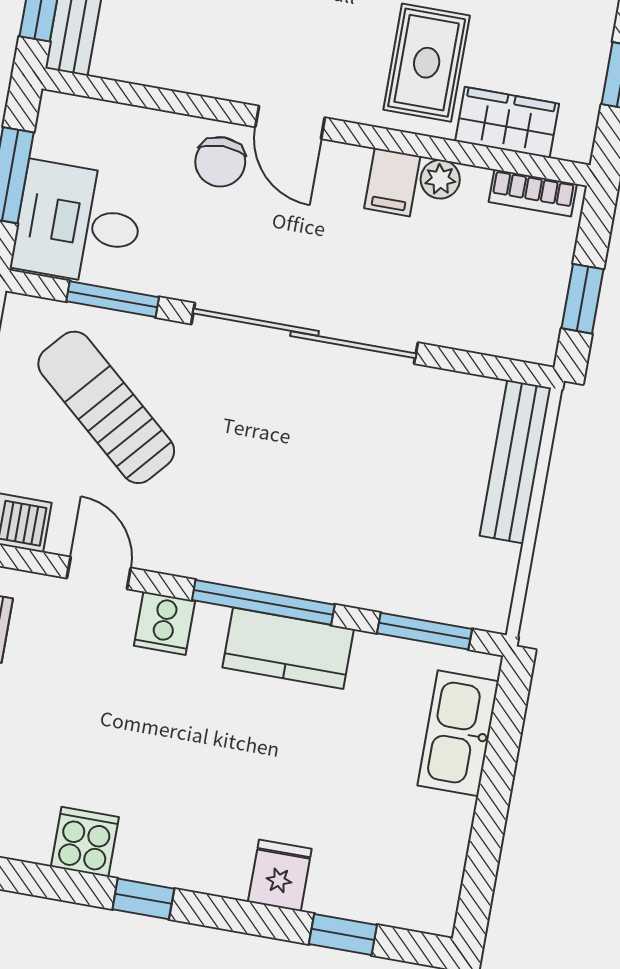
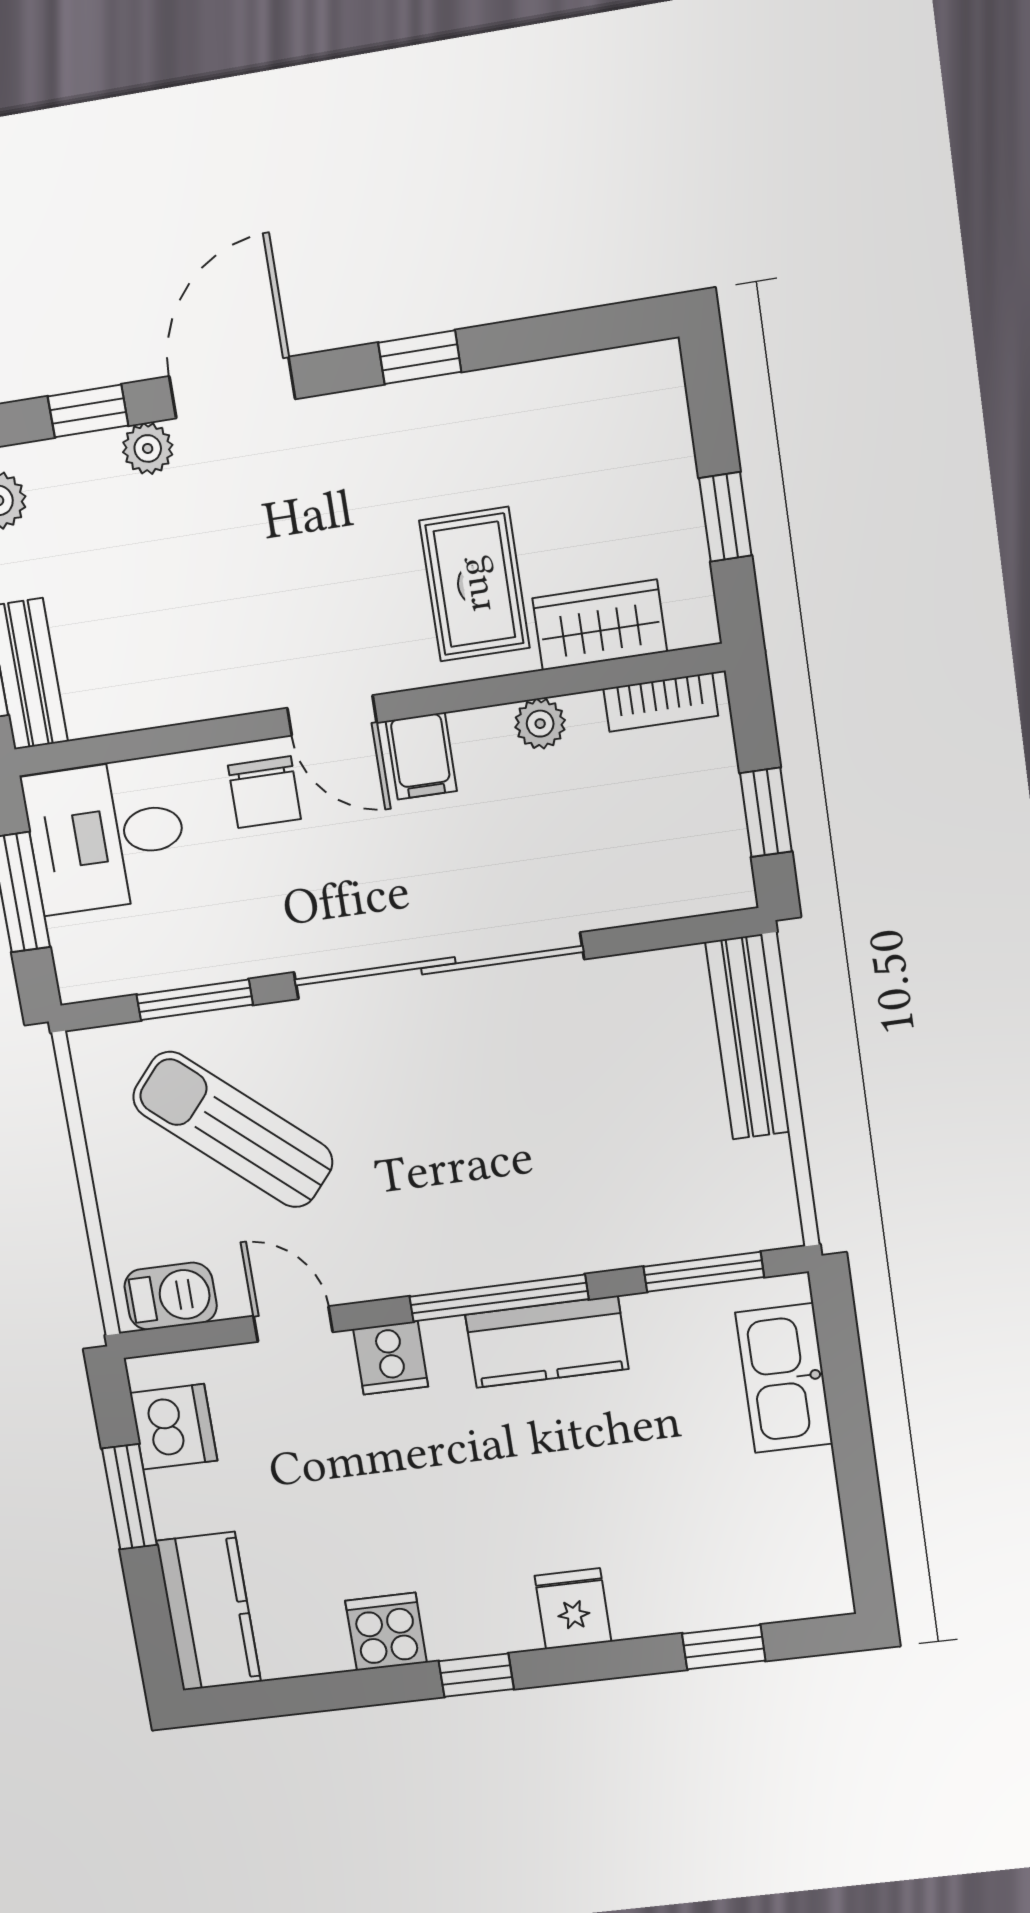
filing cabinet: (392, 182) -> (421, 756), moved
desk: (78, 223) -> (106, 836), moved
fridge: (280, 875) -> (573, 1609), moved

